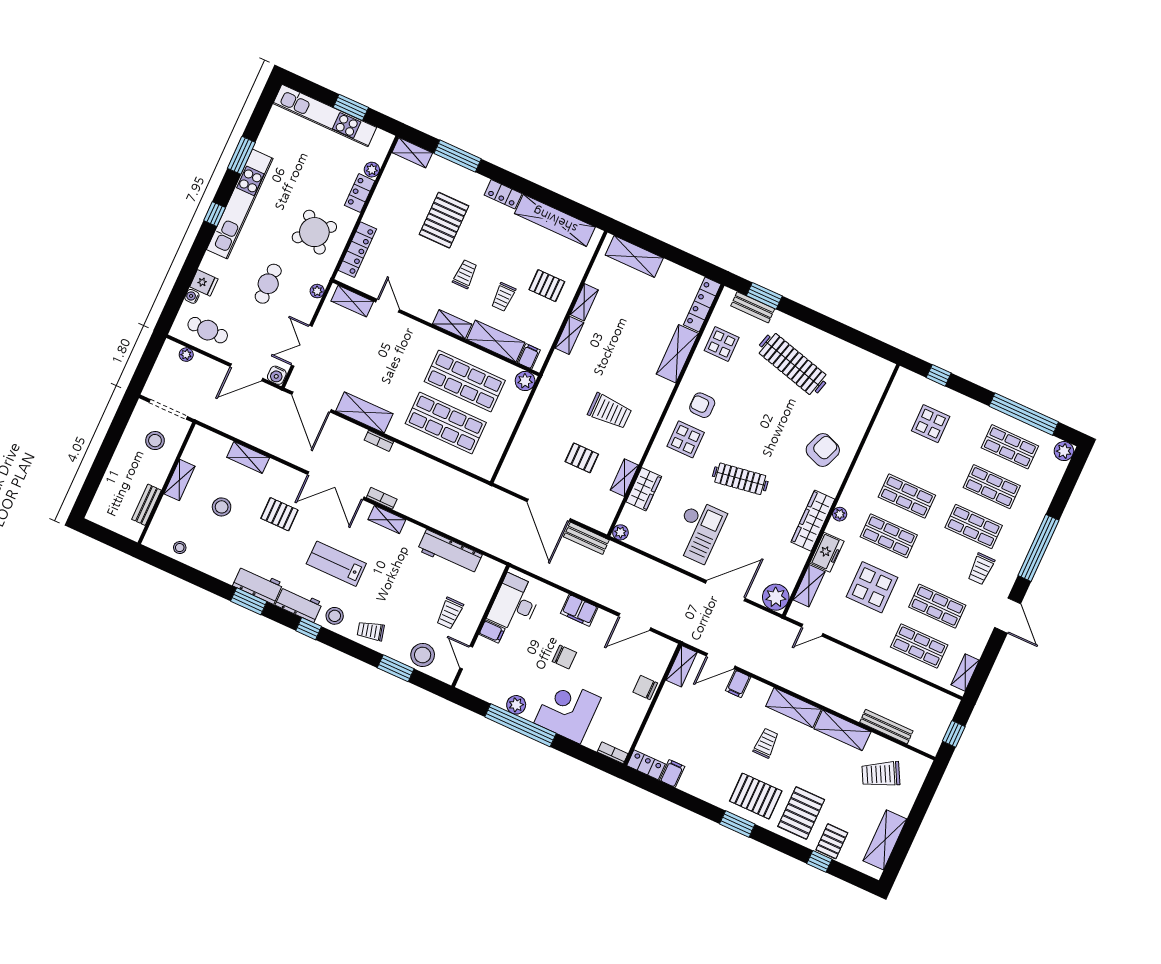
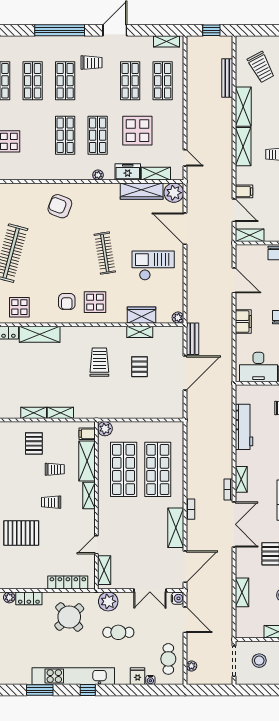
plant: (317, 291) -> (108, 601), width x1.88, depth x1.88
wardrobe: (813, 521) -> (142, 191), moved

